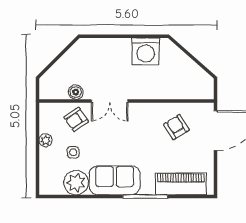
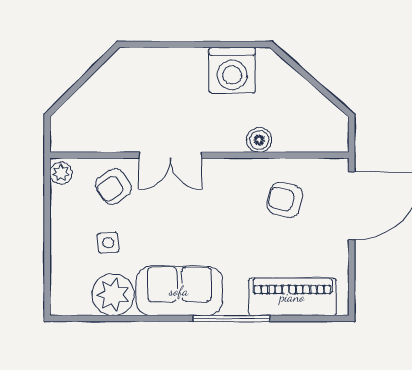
boiler: (76, 92) -> (259, 140), moved
armchair: (177, 127) -> (285, 200), turned -45
plant: (45, 140) -> (61, 173), moved

